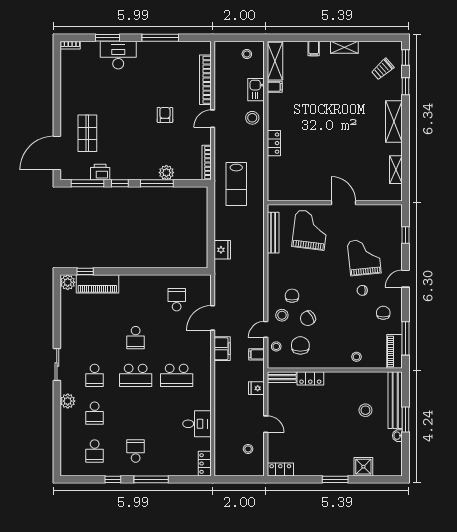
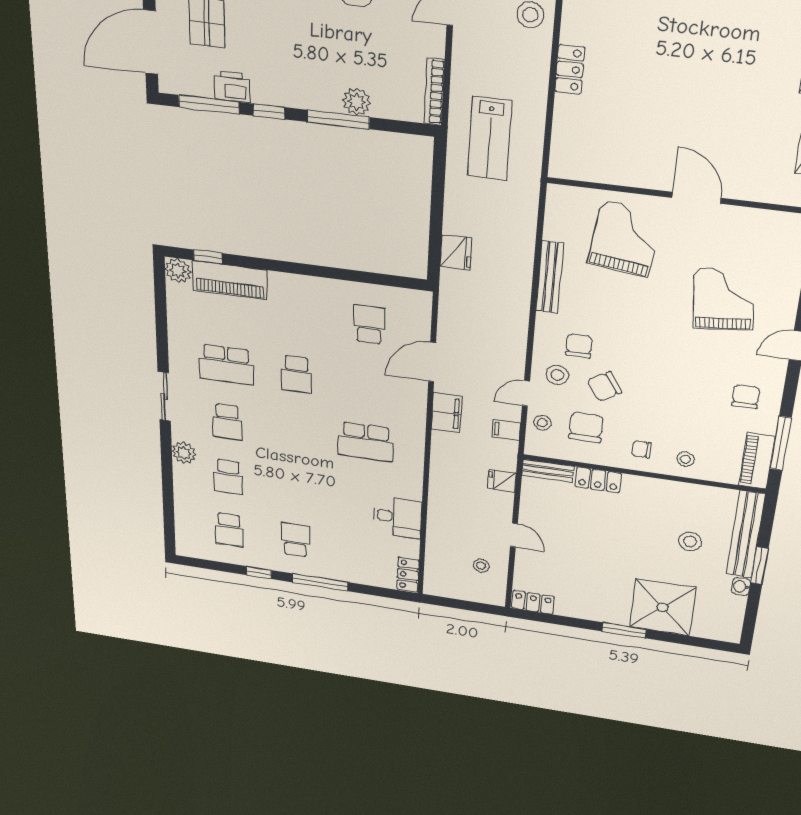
bench: (273, 233) -> (550, 277), moved
chair: (362, 290) -> (641, 449), moved
school desk: (136, 375) -> (226, 365), moved
shower: (363, 467) -> (662, 607), width x1.86, depth x1.86

